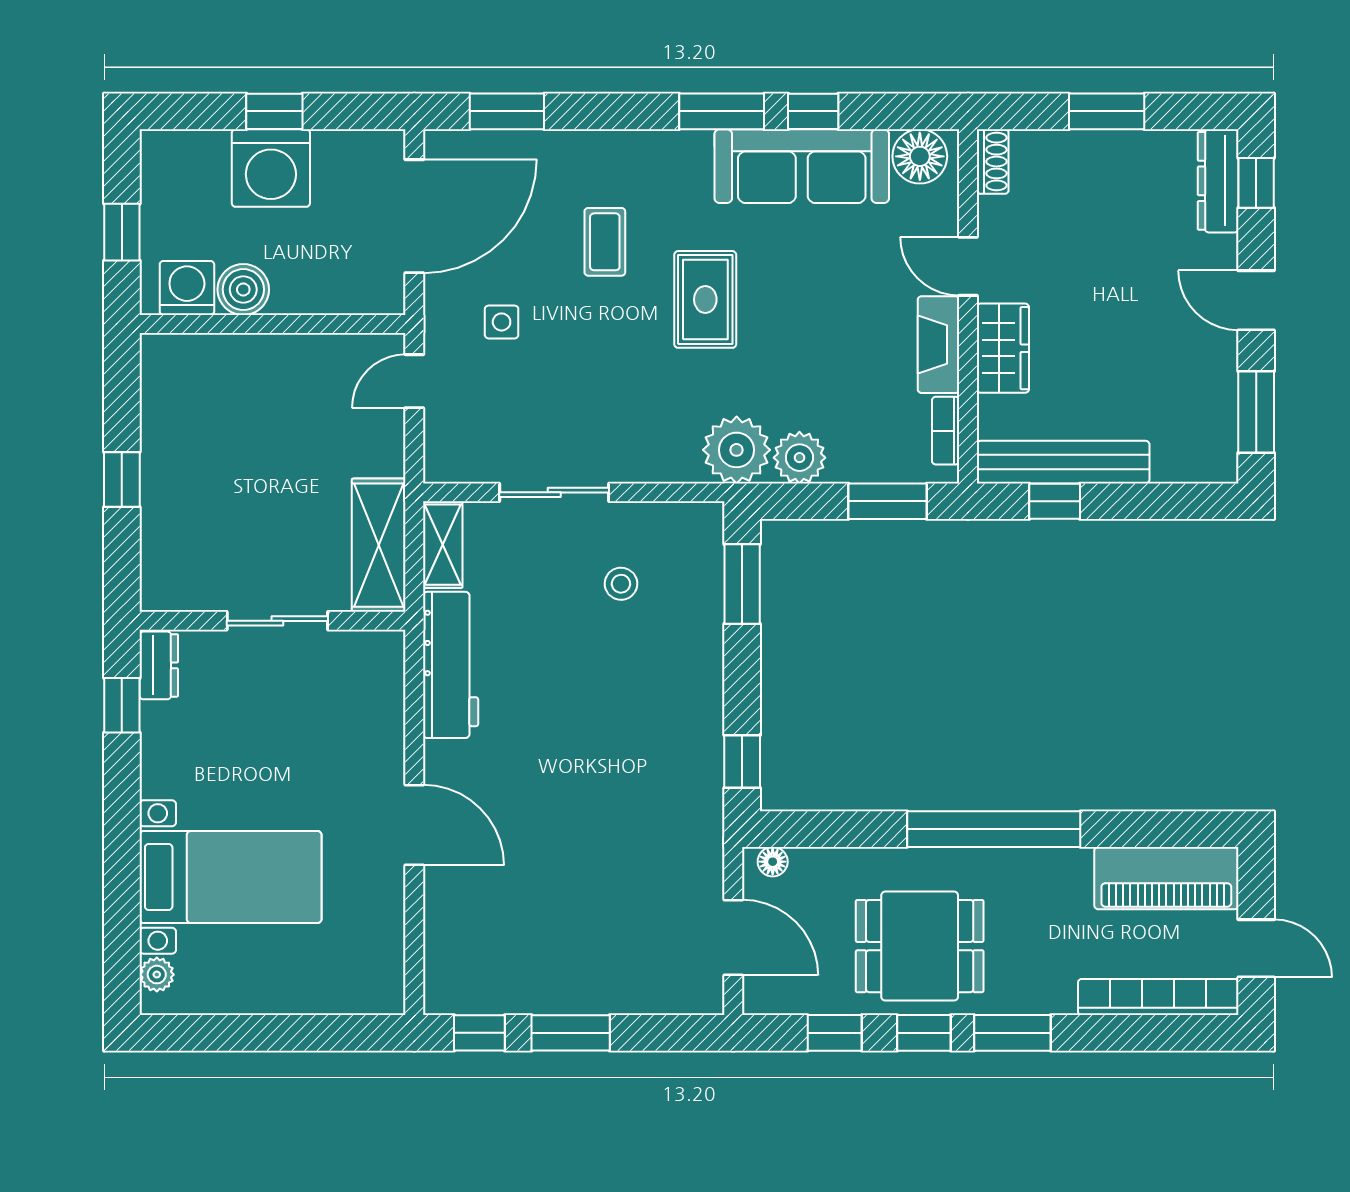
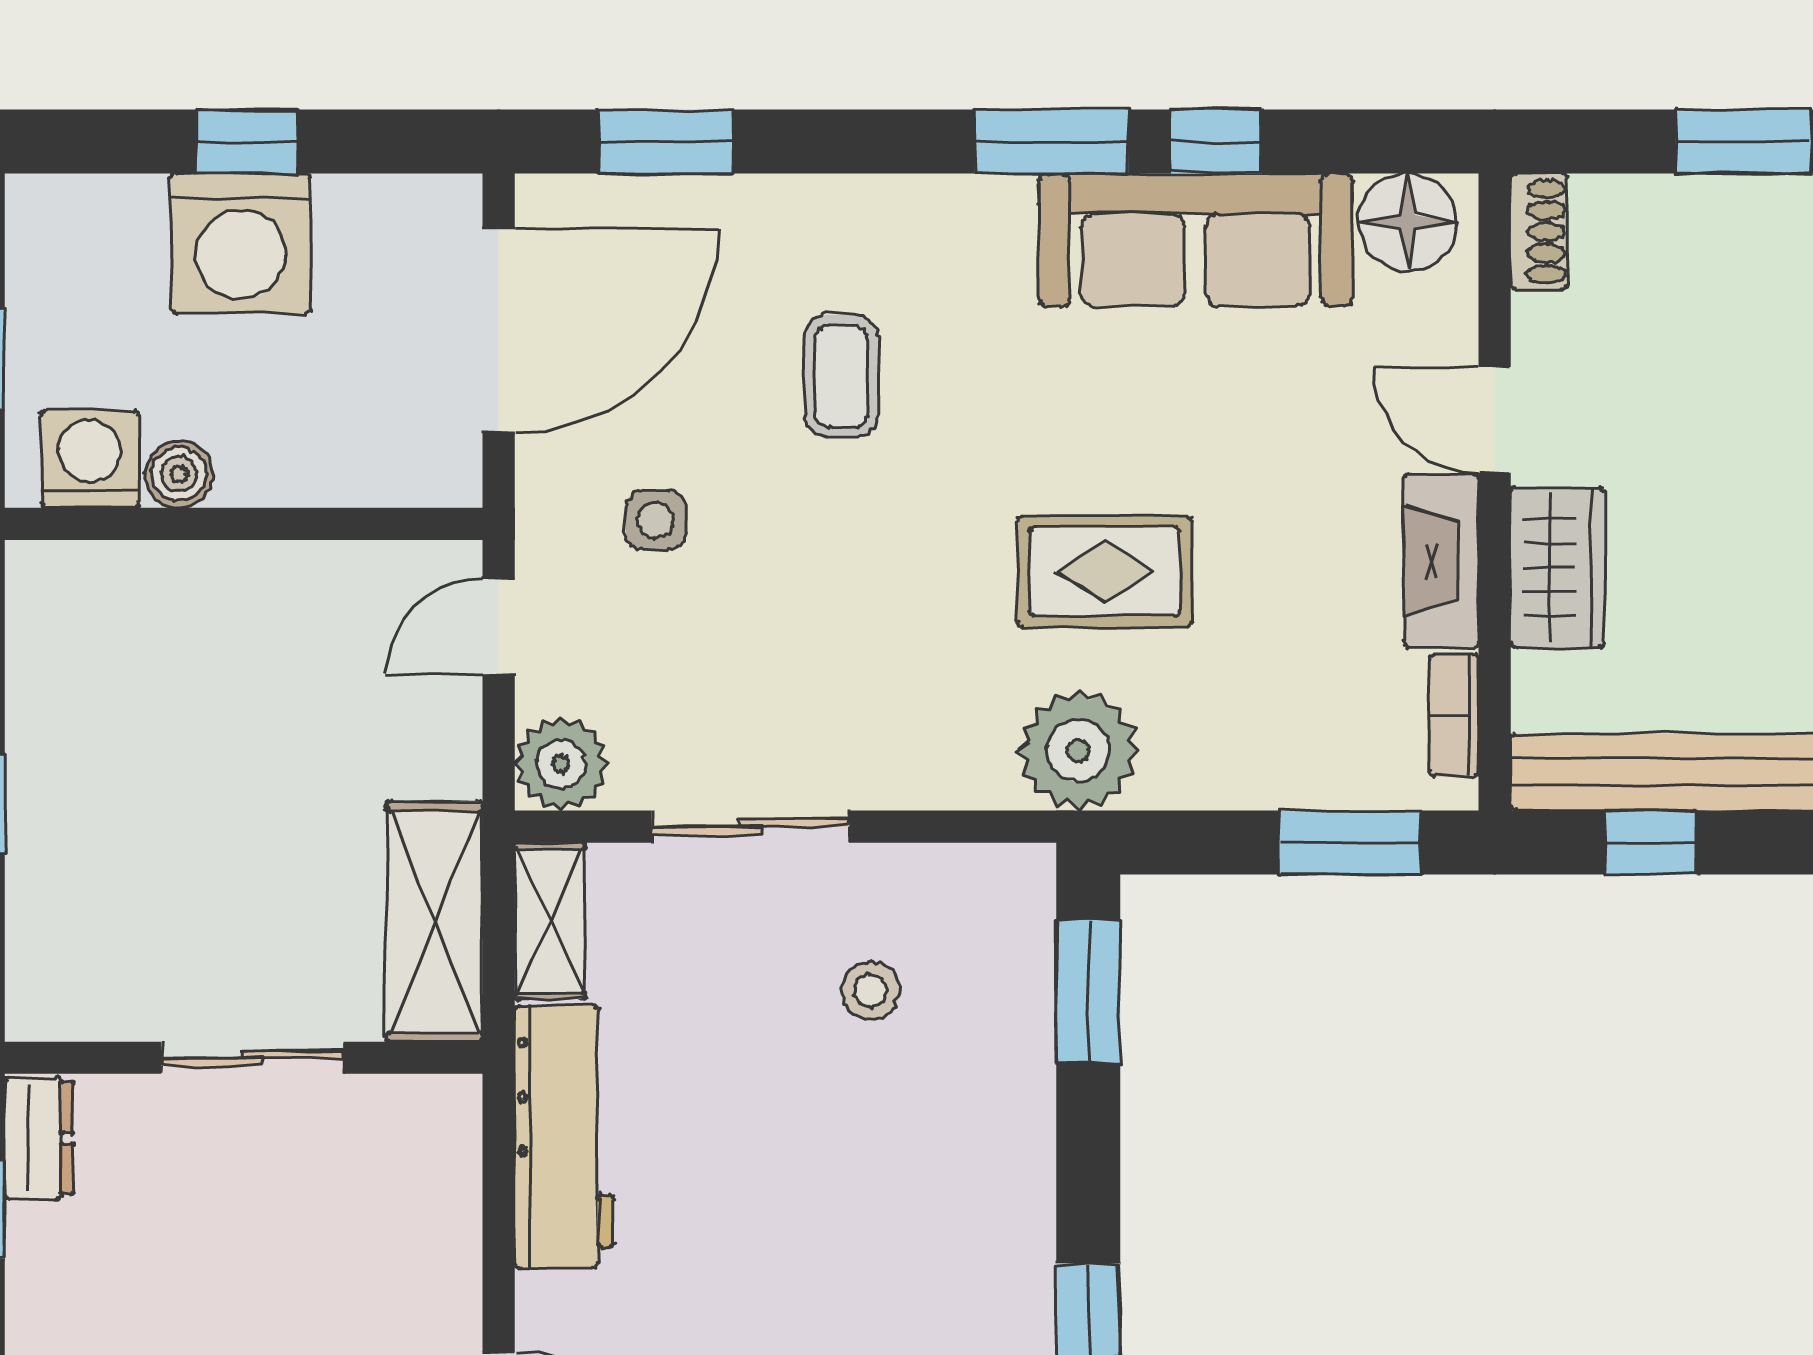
boiler: (243, 290) -> (179, 474), width x0.73, depth x0.73
rug: (705, 299) -> (1105, 572), moved, turned 90
plant: (799, 458) -> (561, 764), moved

